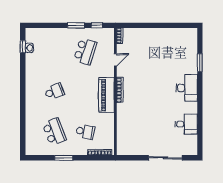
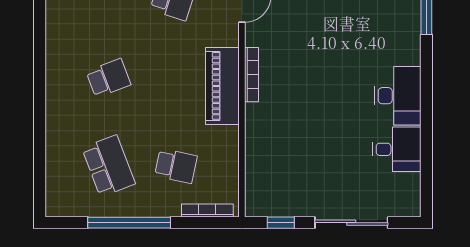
desk: (187, 88) -> (398, 96), moved
window: (64, 158) -> (129, 223), width x2.11
window: (133, 158) -> (281, 223), added

